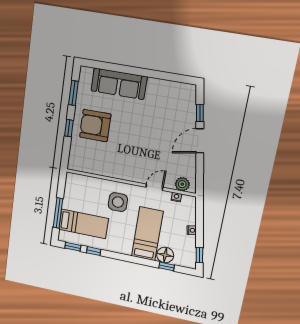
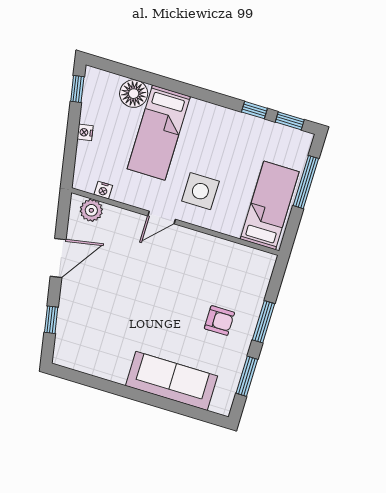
armchair: (95, 126) -> (219, 321), width x0.53, depth x0.53
window: (69, 128) -> (264, 322), width x1.50
door: (200, 141) -> (58, 258), moved
door: (154, 187) -> (162, 218), moved
bed: (84, 224) -> (270, 205), moved, turned 90
window: (167, 266) -> (134, 73), removed

